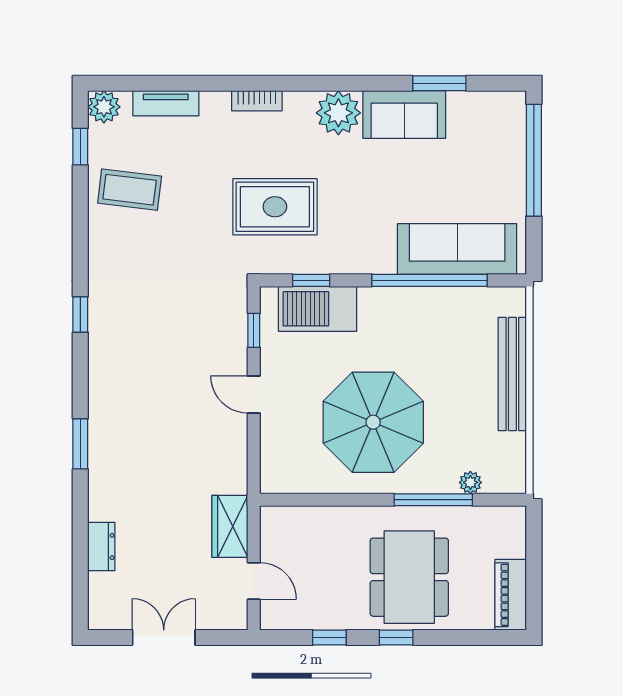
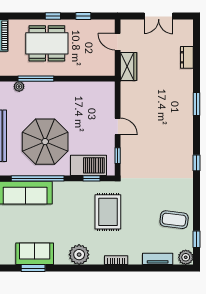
sofa: (404, 115) -> (35, 254), moved
rug: (275, 207) -> (108, 212), turned 90
parasol: (373, 422) -> (45, 142), moved
dining table: (409, 577) -> (47, 43), turned 90

